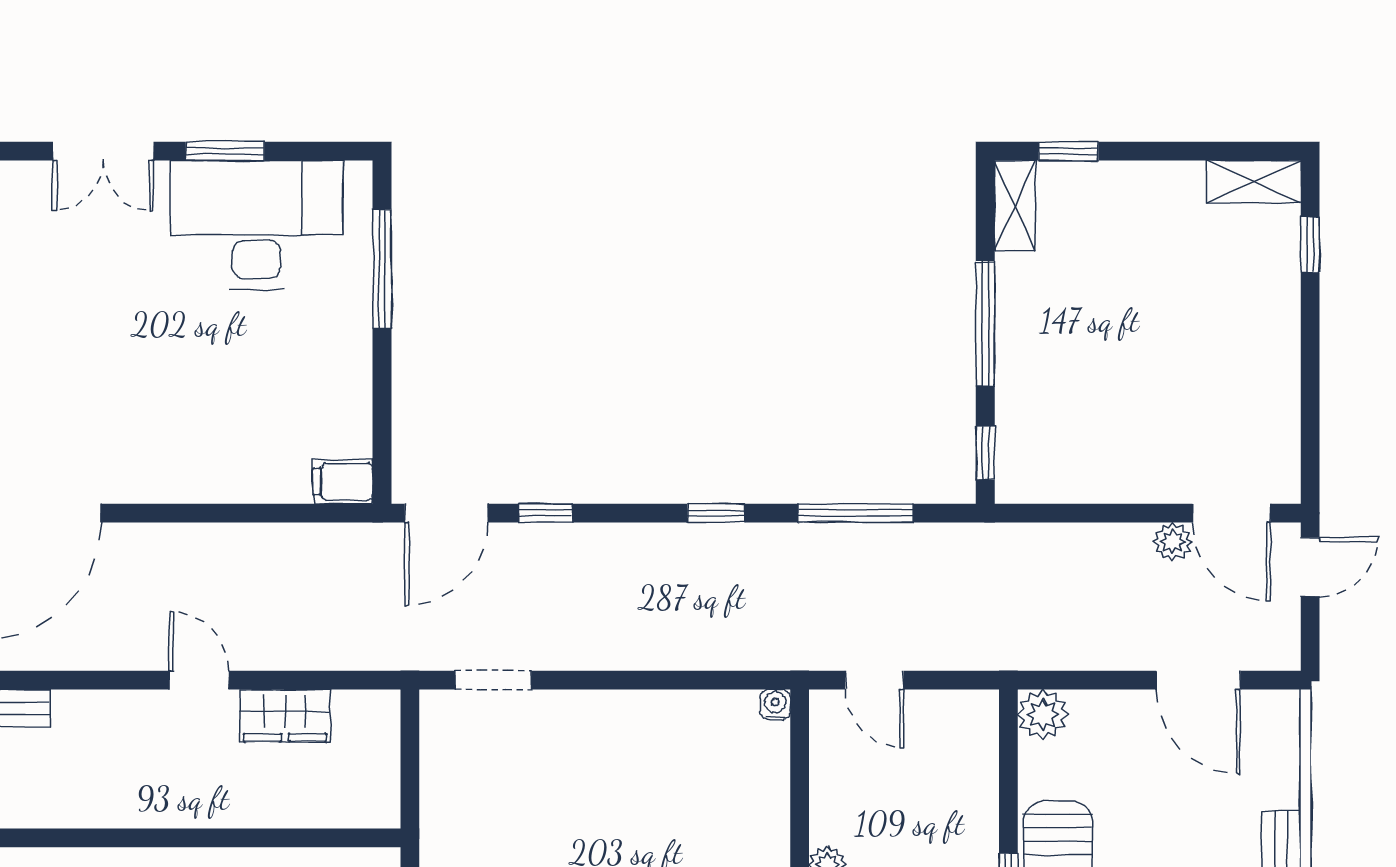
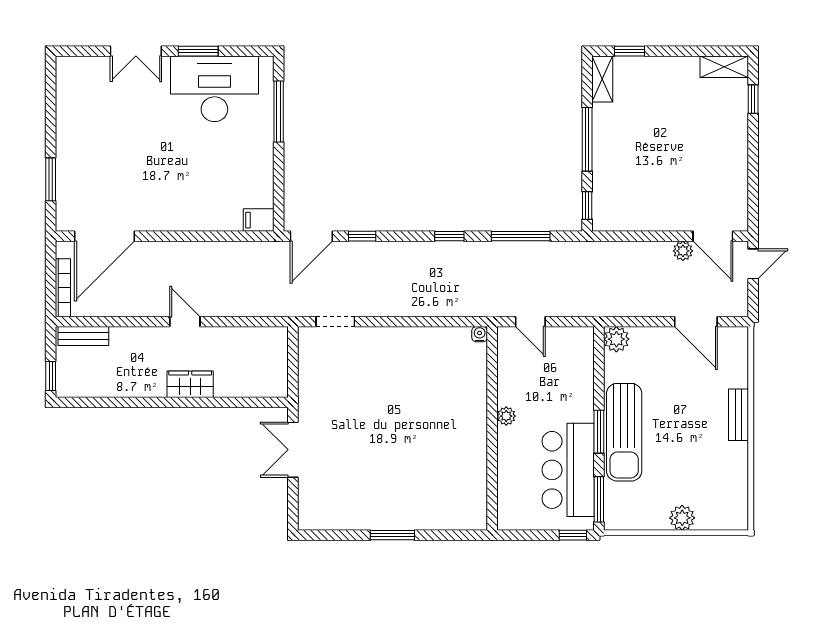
wardrobe: (285, 716) -> (190, 384), moved, turned 180

